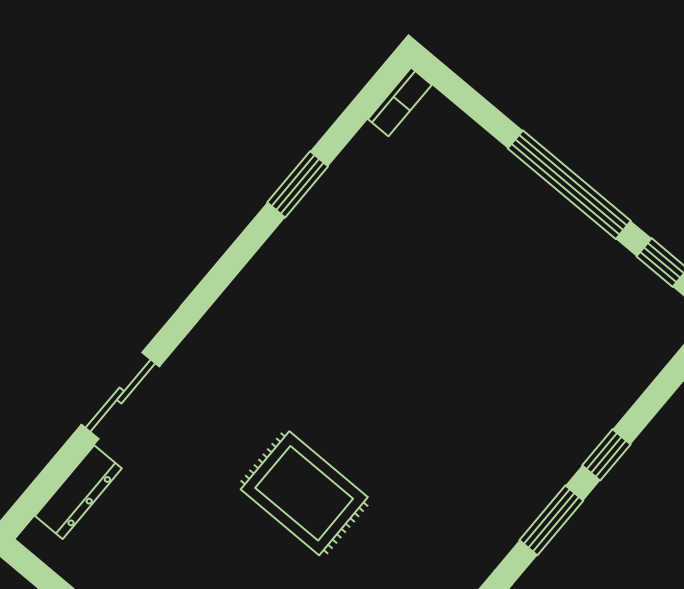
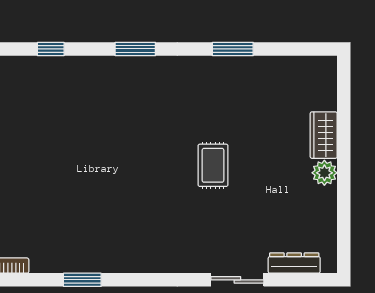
window: (606, 455) -> (51, 49), moved
rug: (304, 493) -> (213, 165), width x0.73, depth x0.70

